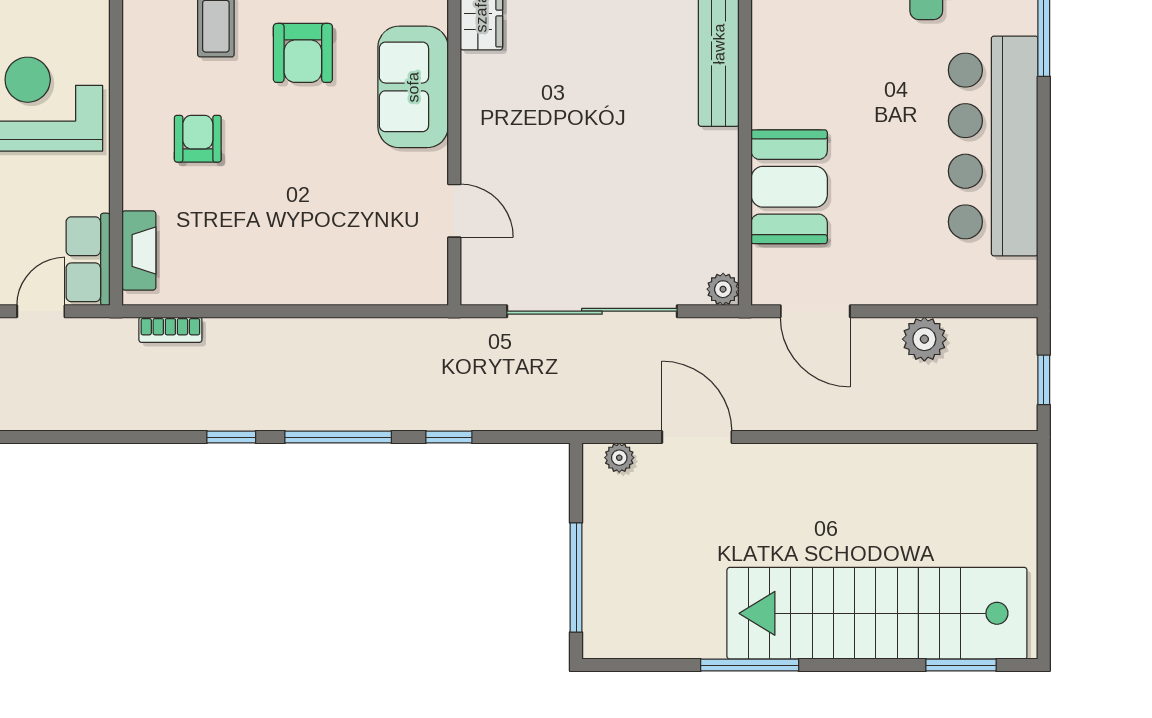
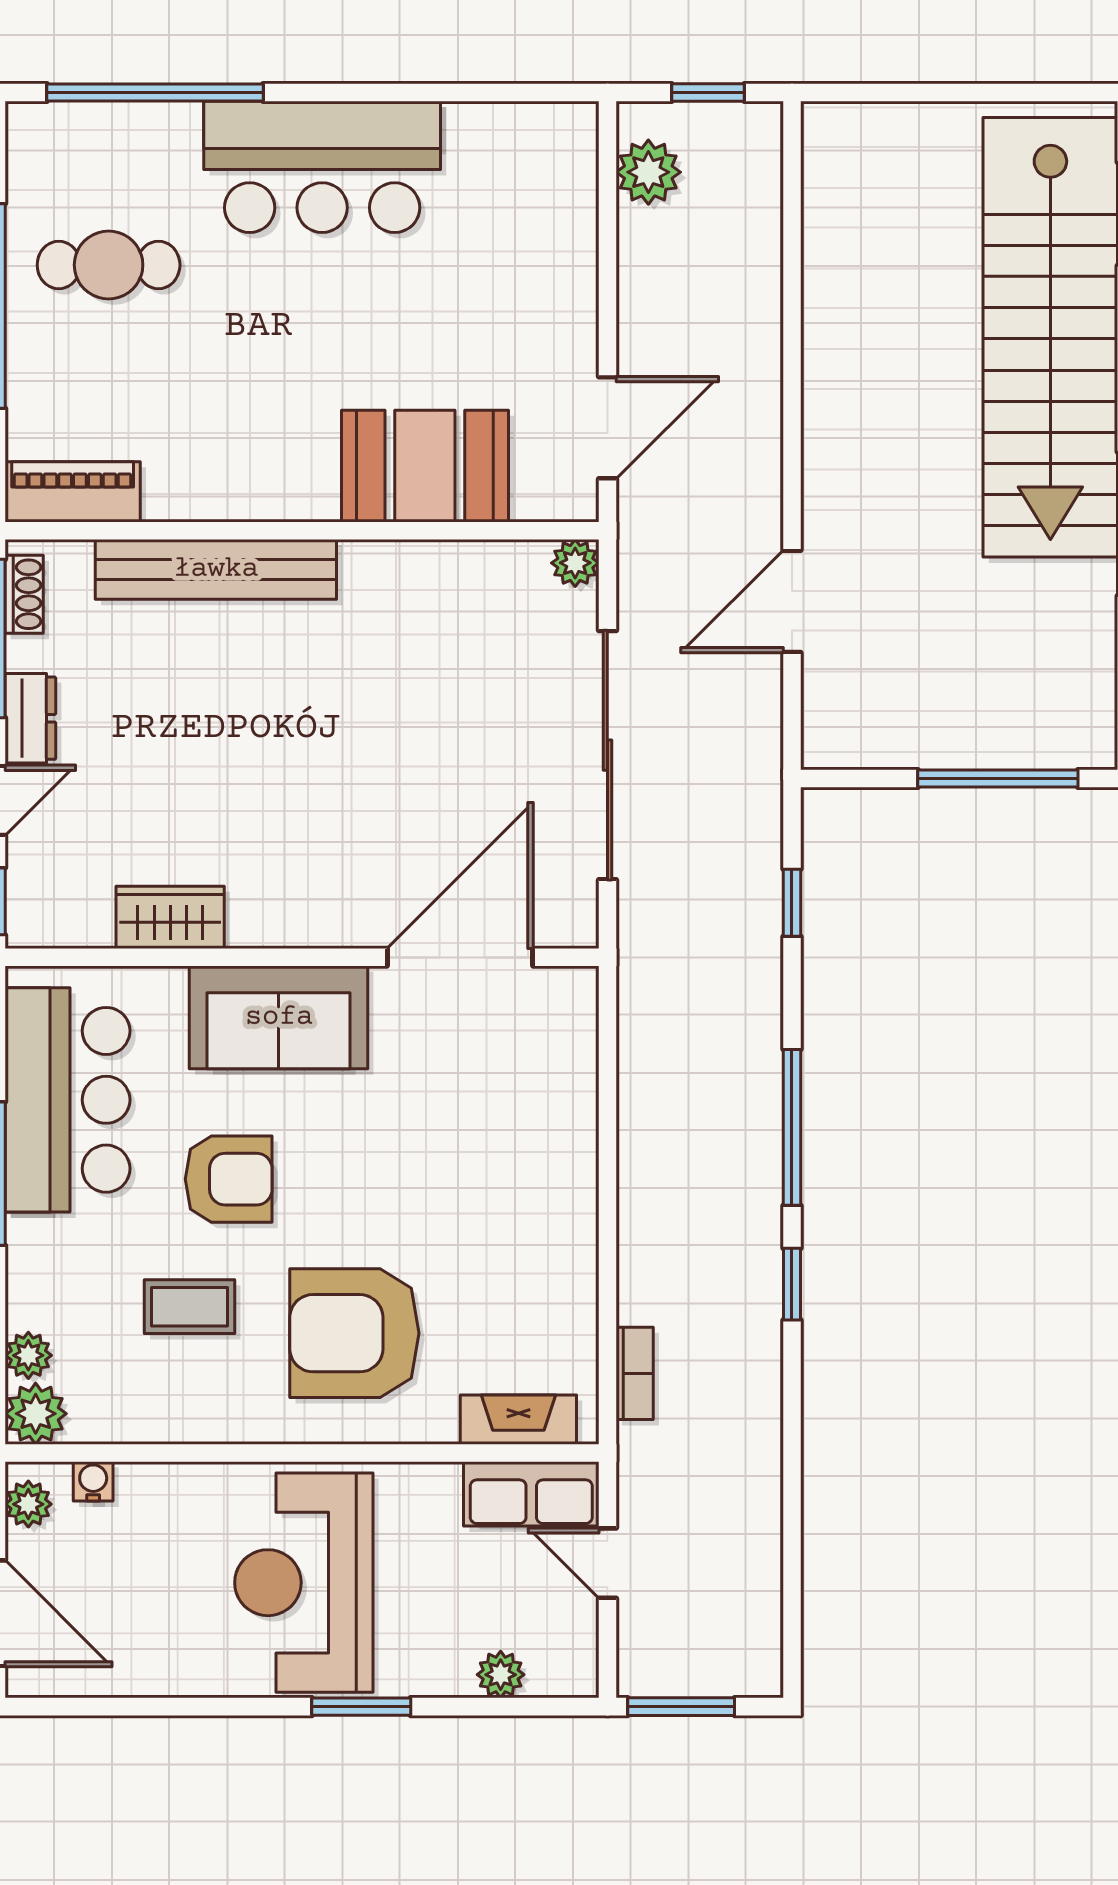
armchair: (198, 139) -> (354, 1333), width x1.88, depth x1.88
bar counter: (993, 146) -> (322, 167), width x0.73
door: (454, 211) -> (460, 957), width x1.87
plant: (924, 339) -> (648, 172), moved
window: (449, 437) -> (792, 903), moved
plant: (619, 458) -> (822, 715), removed

